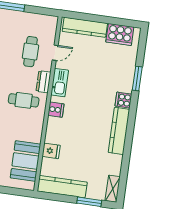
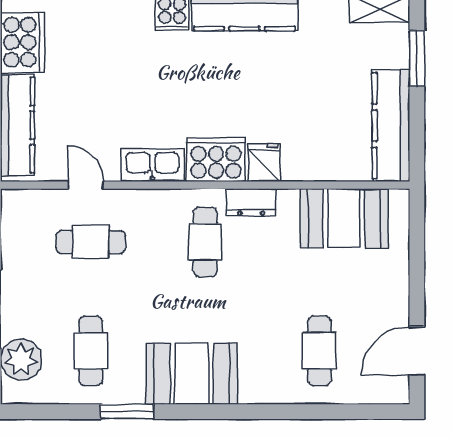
dresser: (43, 82) -> (251, 202), moved
cooker: (56, 110) -> (216, 160), width x1.87, depth x1.31
fridge: (51, 151) -> (264, 162), moved

